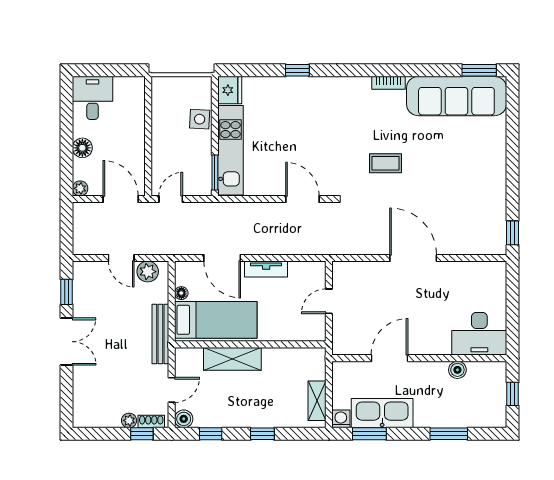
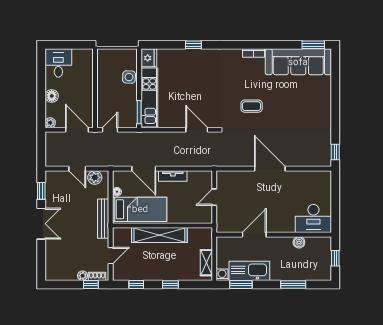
shelving: (232, 359) -> (159, 235), width x1.47
boiler: (184, 419) -> (118, 275), removed

